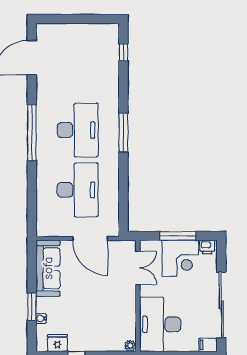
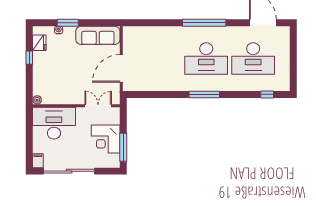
desk: (78, 190) -> (253, 59), moved
window: (178, 236) -> (123, 147), moved
printer: (207, 247) -> (114, 160), removed
double door: (138, 268) -> (98, 106), swing flipped

